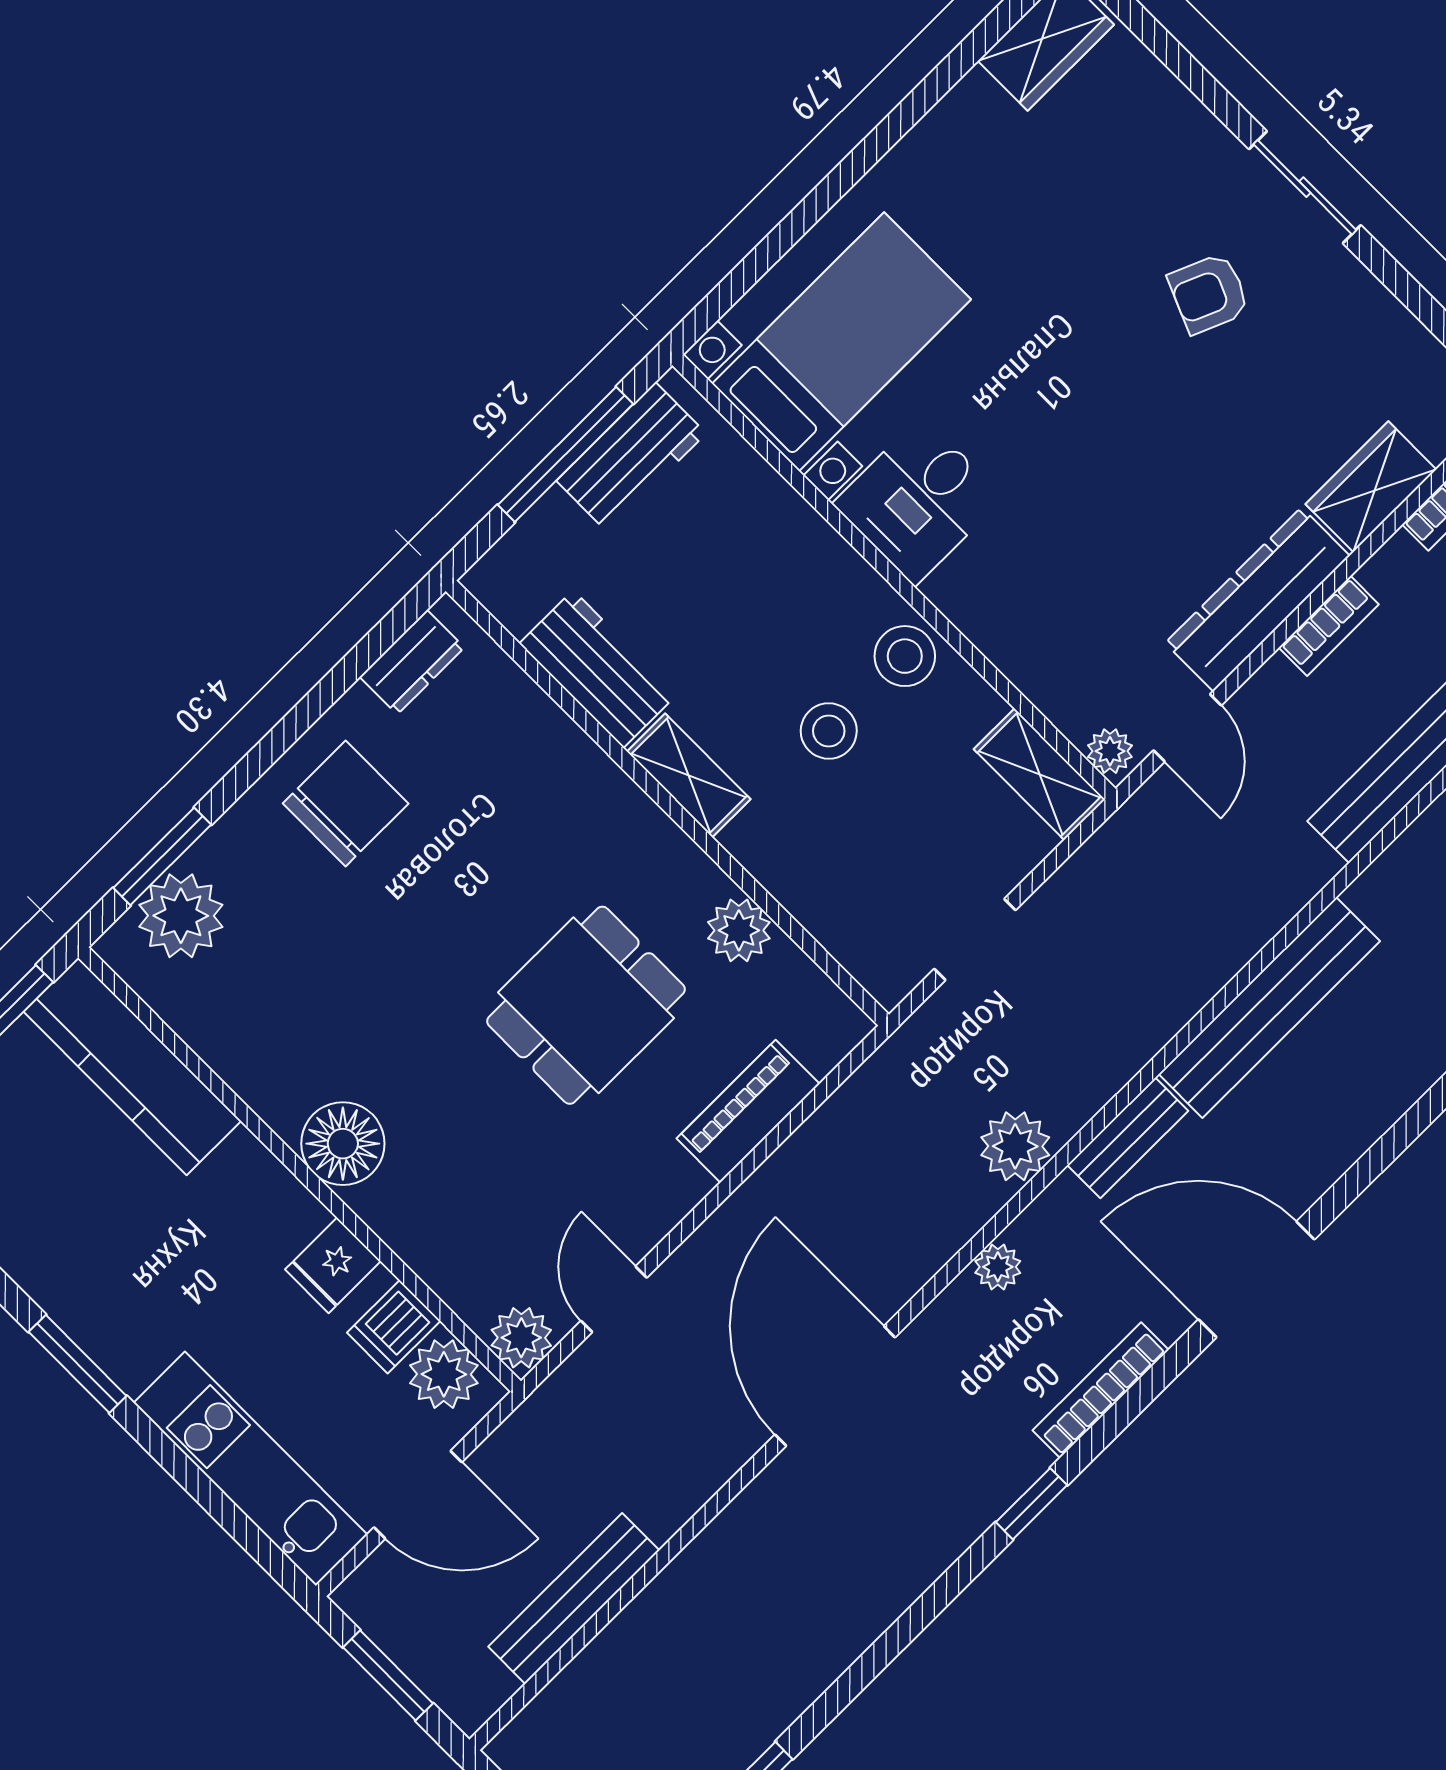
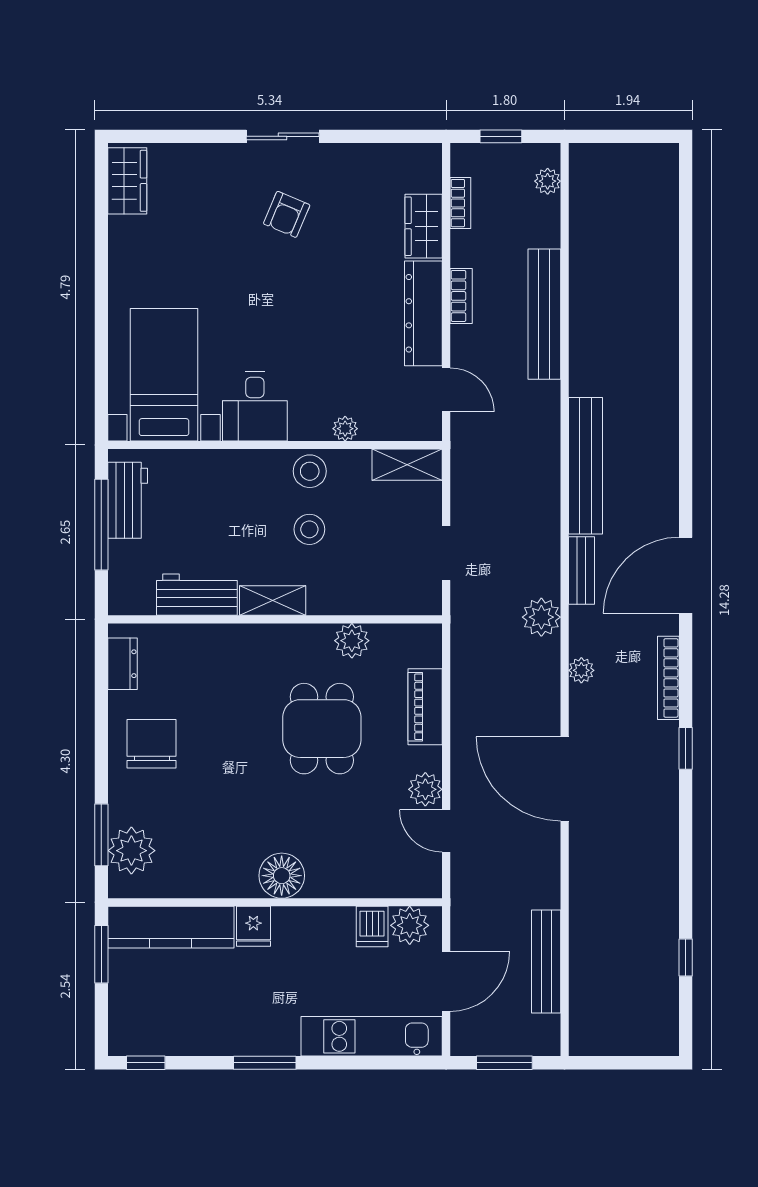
plant: (1110, 751) -> (345, 429), moved
fridge: (333, 1265) -> (253, 926), moved
plant: (521, 1338) -> (425, 789), moved

